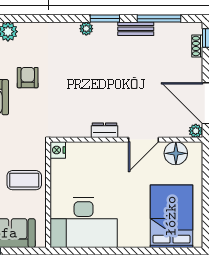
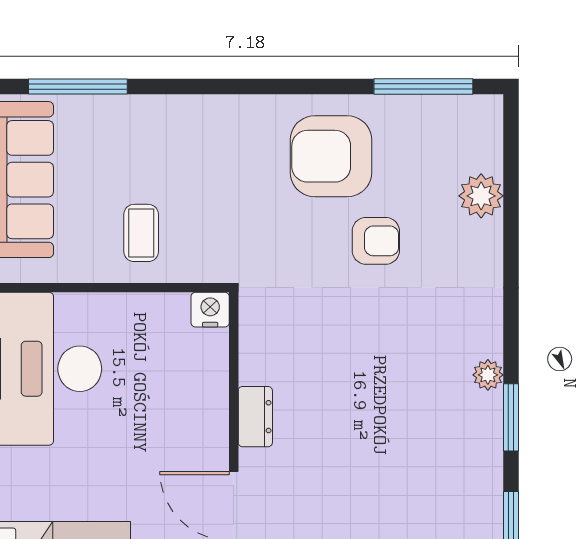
bench: (136, 29) -> (488, 488), removed
coffee table: (24, 180) -> (141, 233), width x0.73, depth x0.77

